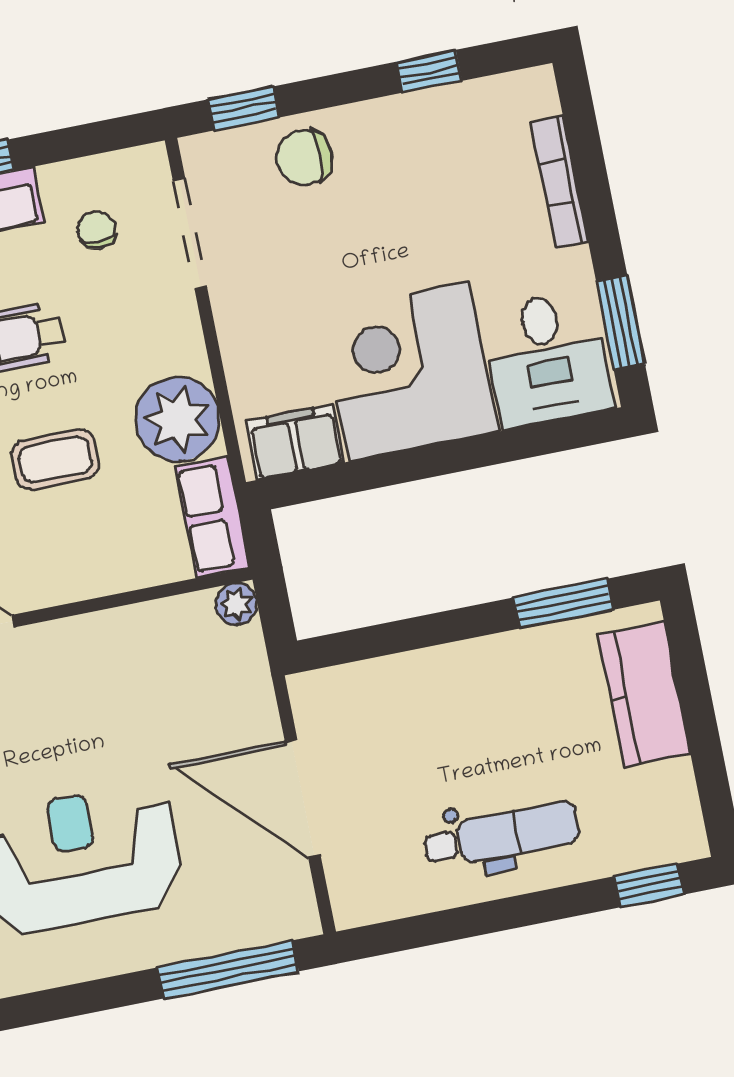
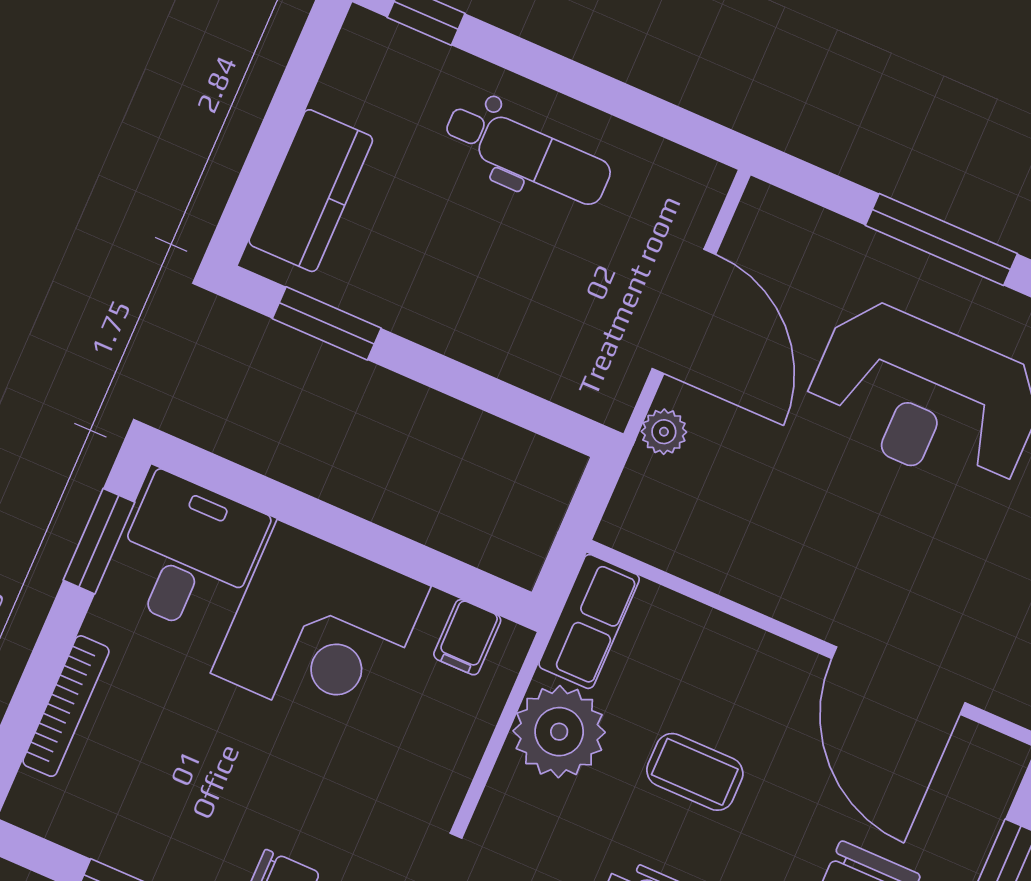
filing cabinet: (295, 442) -> (467, 637), width x0.50
plant: (236, 604) -> (664, 432), moved
dental chair: (502, 835) -> (528, 153), turned 180
window: (228, 969) -> (941, 239), moved

